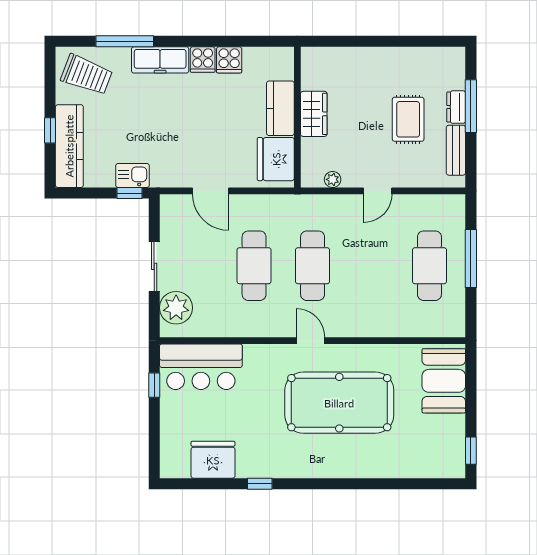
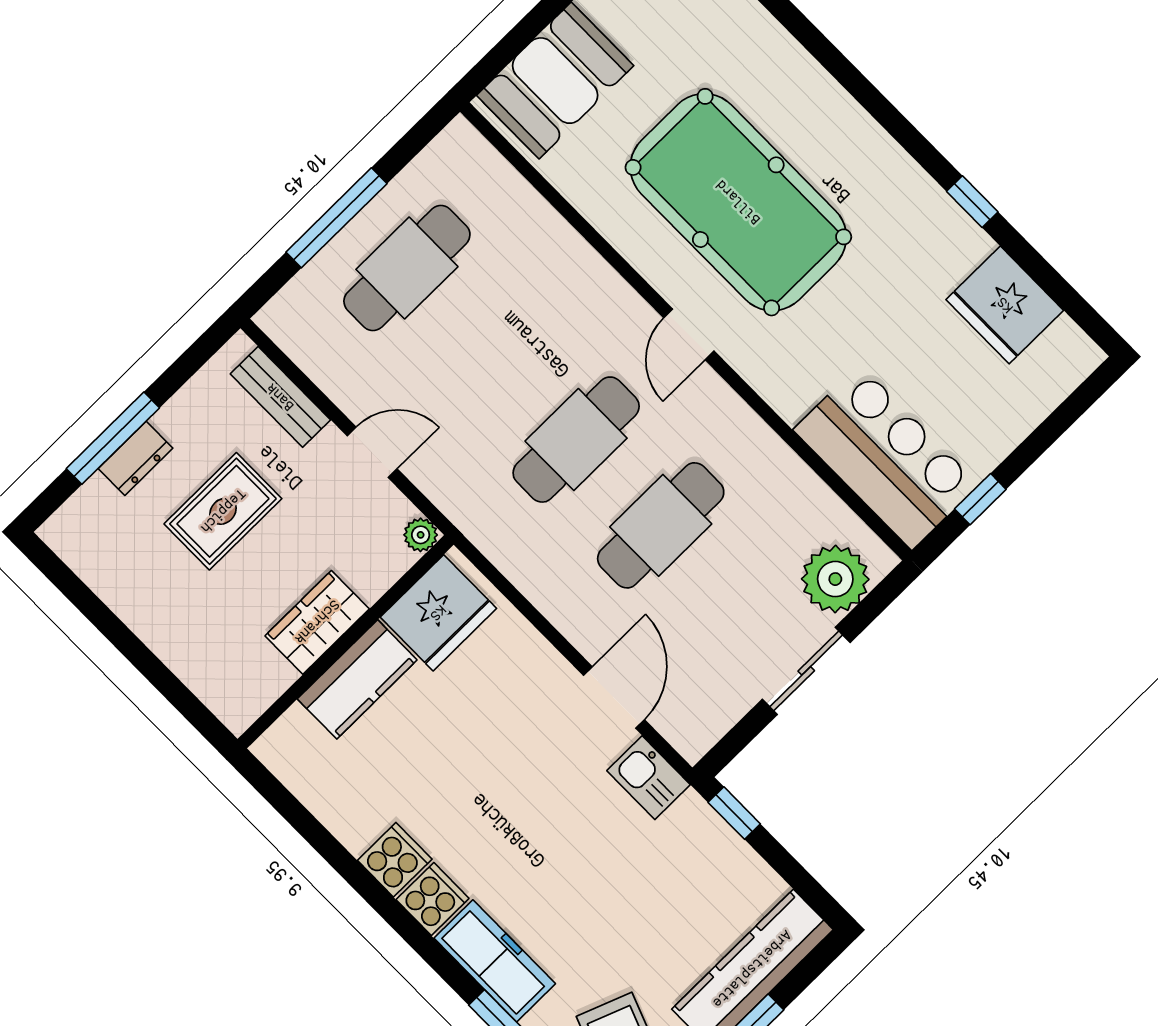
kitchen counter: (280, 108) -> (357, 679), moved
wardrobe: (314, 114) -> (317, 622), moved
wall: (297, 117) -> (346, 642), moved
bench: (456, 150) -> (280, 397), moved, turned 90
fridge: (276, 159) -> (438, 613), moved
kitchen sink: (132, 176) -> (649, 778), moved

